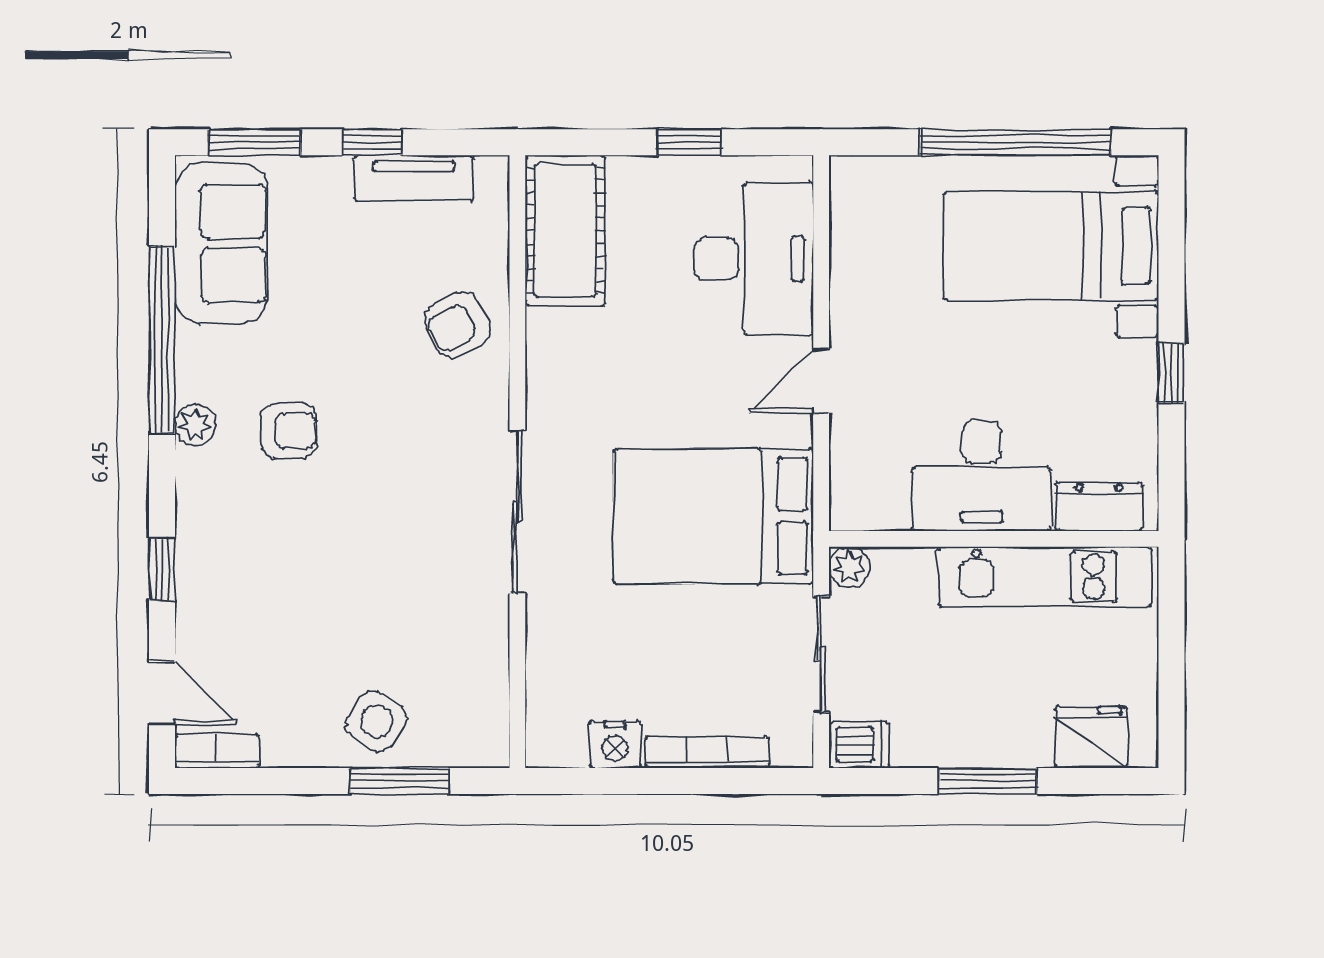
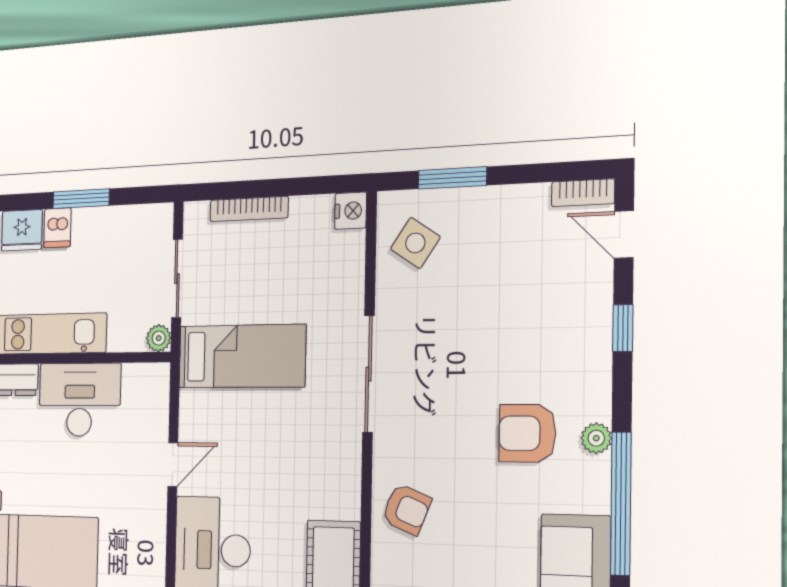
armchair: (458, 325) -> (407, 509), turned 50
armchair: (289, 431) -> (527, 433), width x1.38, depth x1.38
bed: (713, 516) -> (242, 356), width x0.67
side table: (376, 721) -> (415, 243), moved
nightstand: (615, 744) -> (351, 211), moved, turned 90
dishwasher: (859, 745) -> (57, 228), moved, turned -90

